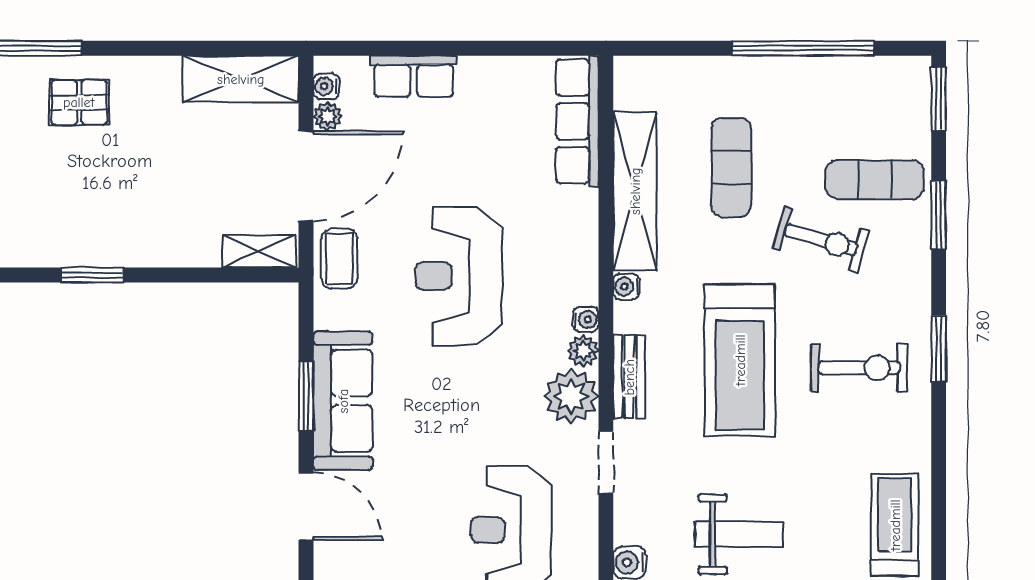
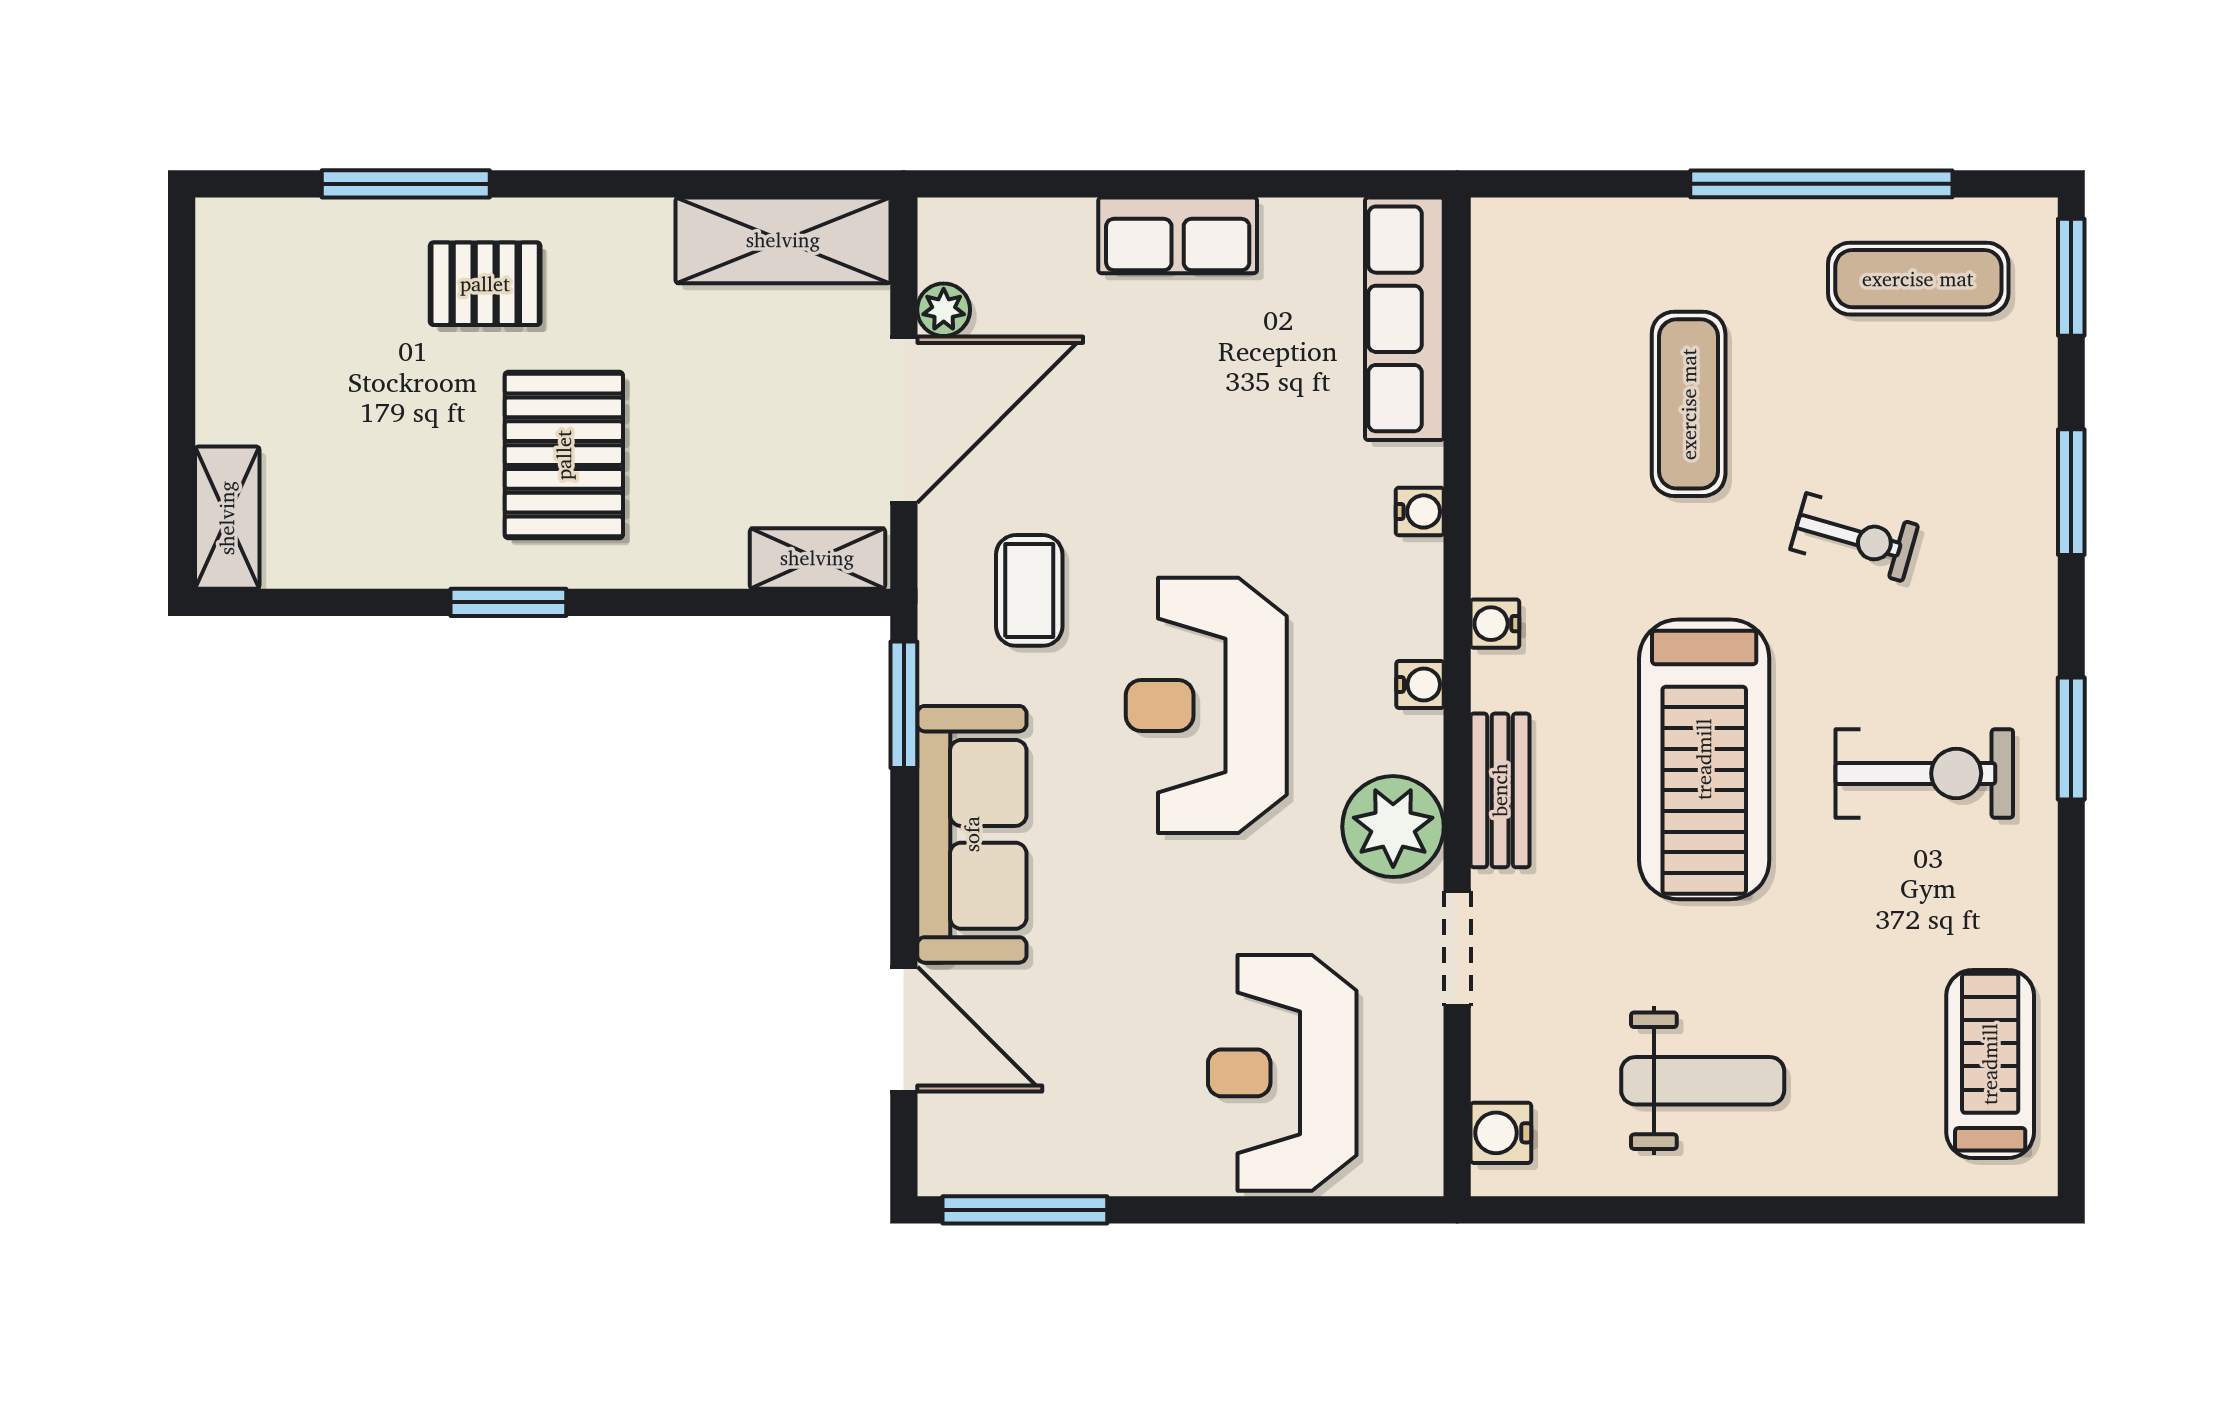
row of seats: (414, 76) -> (1178, 235), moved
water cooler: (326, 86) -> (1420, 511), moved, turned 180
exercise mat: (875, 180) -> (1918, 279), moved
shelving: (635, 191) -> (1511, 448), removed
pallet: (122, 195) -> (564, 455), added
exercise bike: (821, 240) -> (1854, 537), width x0.73, depth x0.72
coffee table: (340, 259) -> (1029, 590), moved
reception desk: (459, 276) -> (1206, 705), moved
plant: (583, 351) -> (1415, 742), removed
window: (306, 396) -> (904, 705), moved

